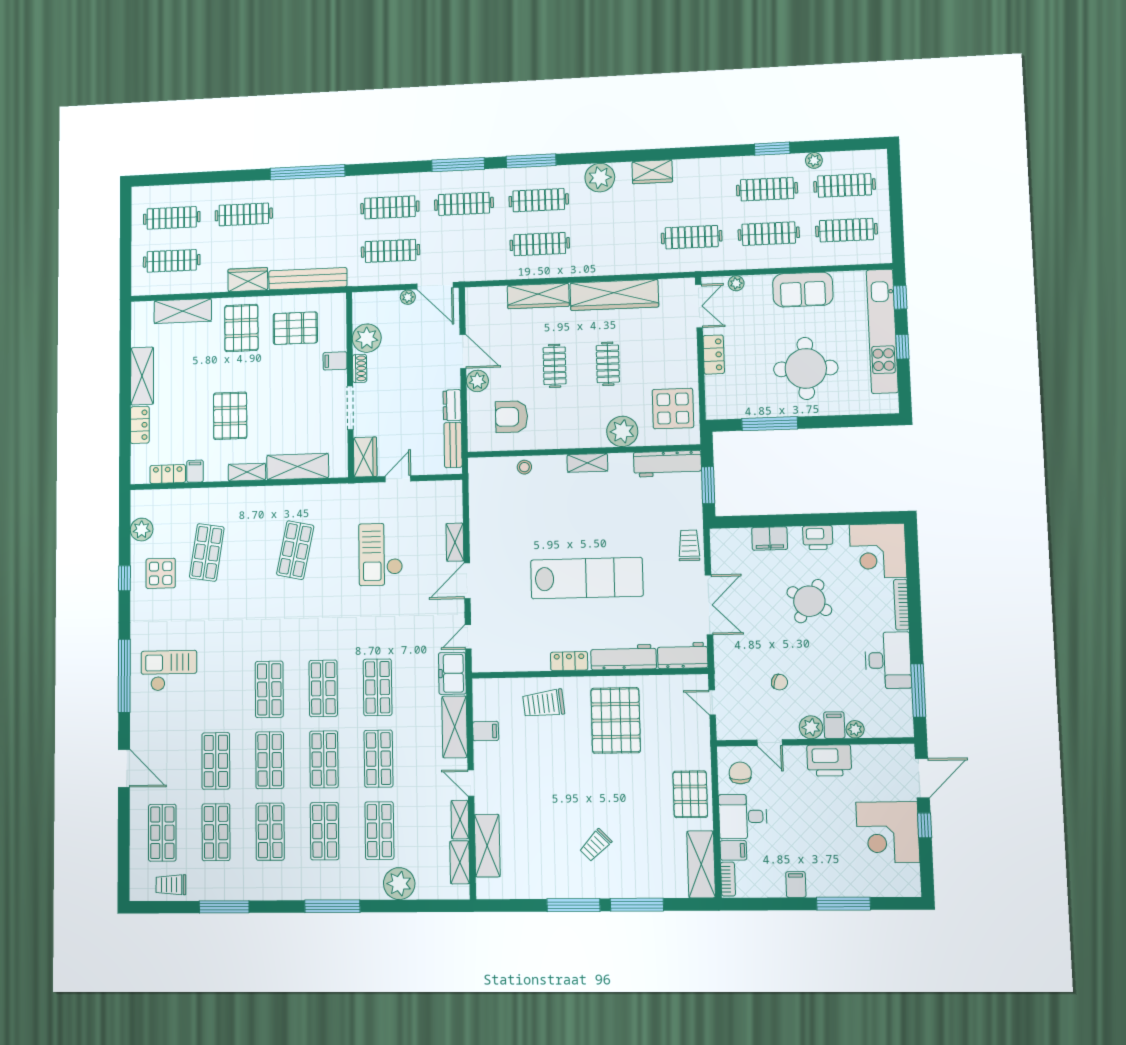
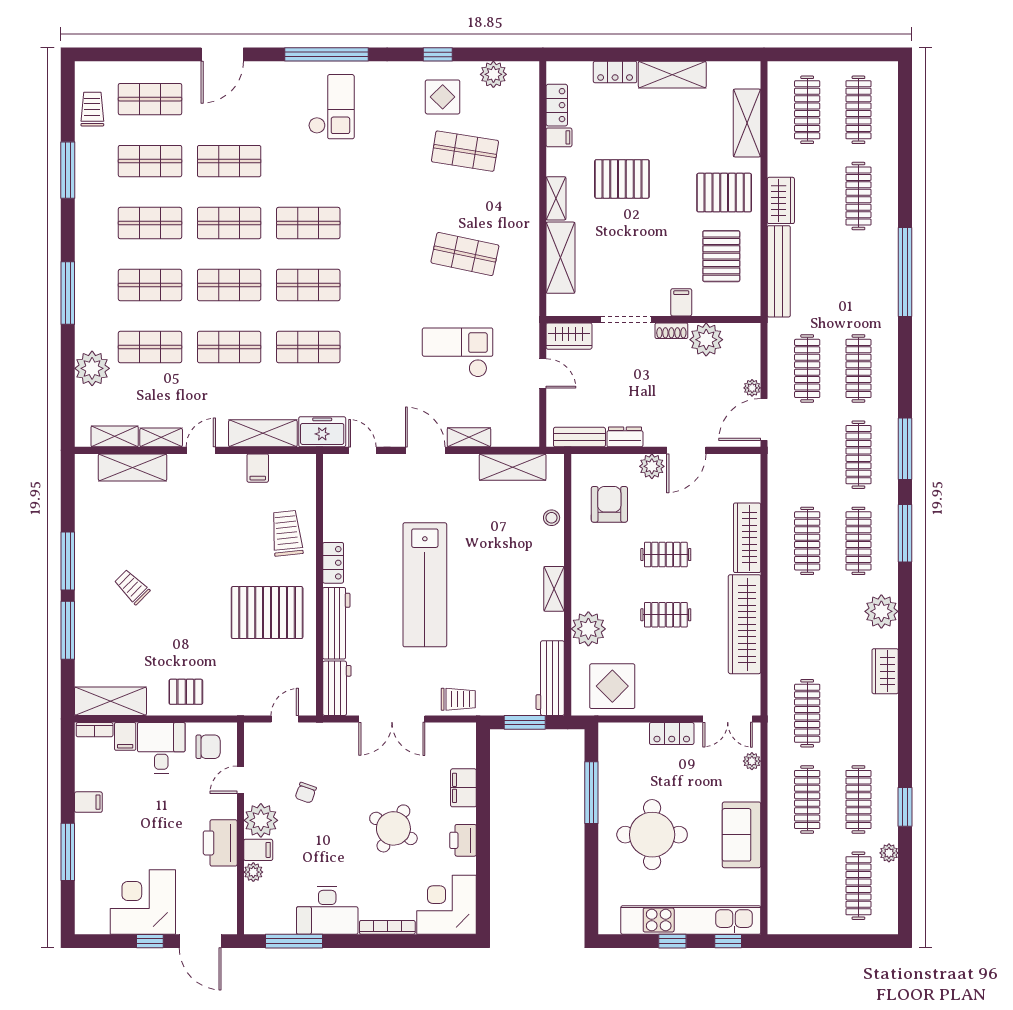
clothes rail: (846, 230) -> (807, 886), removed
shelving: (480, 503) -> (513, 467), added
plant: (811, 727) -> (261, 820), width x1.36, depth x1.36
pallet: (690, 794) -> (186, 692), width x0.67, depth x0.71

